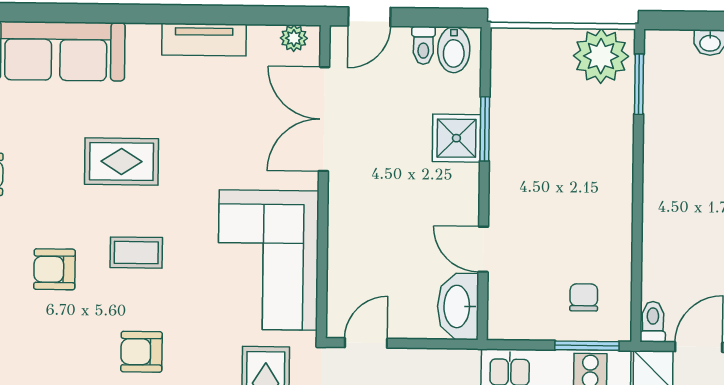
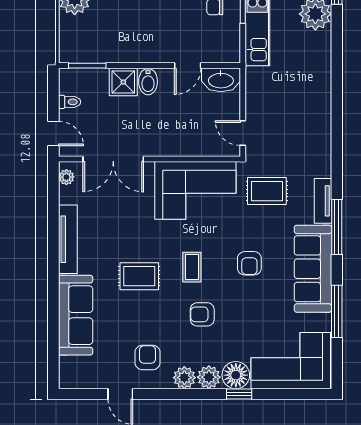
tv unit: (204, 40) -> (68, 239), width x1.41
bidet: (454, 50) -> (148, 82), moved, turned 90
window: (485, 129) -> (87, 66), moved
rug: (121, 161) -> (139, 276), turned 90
armchair: (54, 269) -> (202, 314), turned 90

